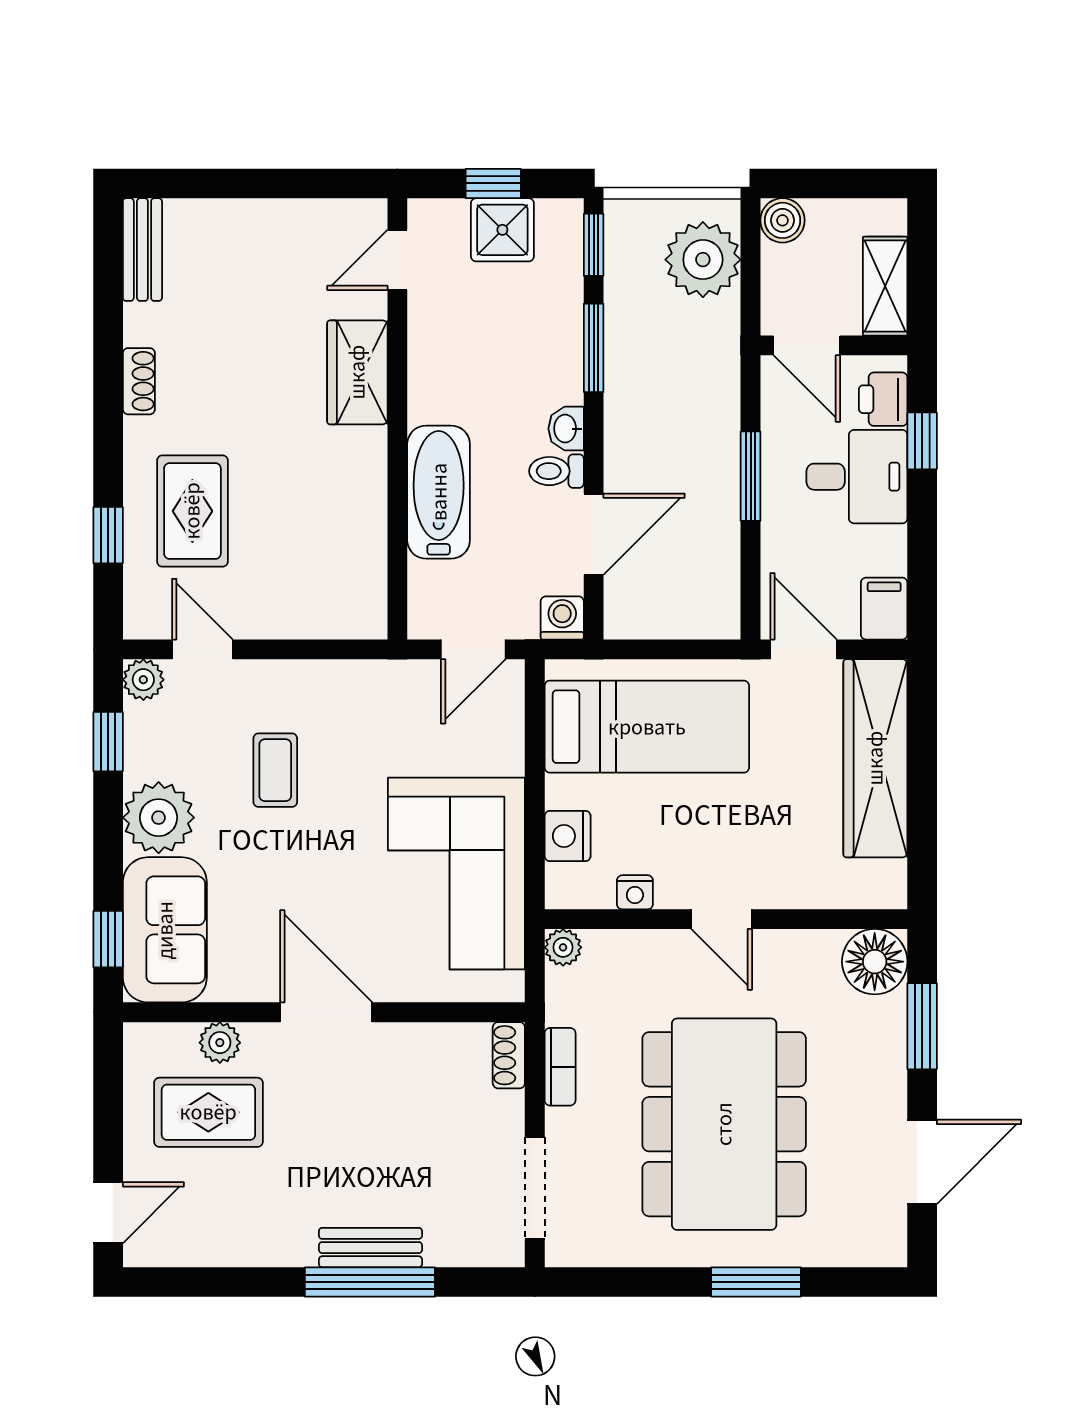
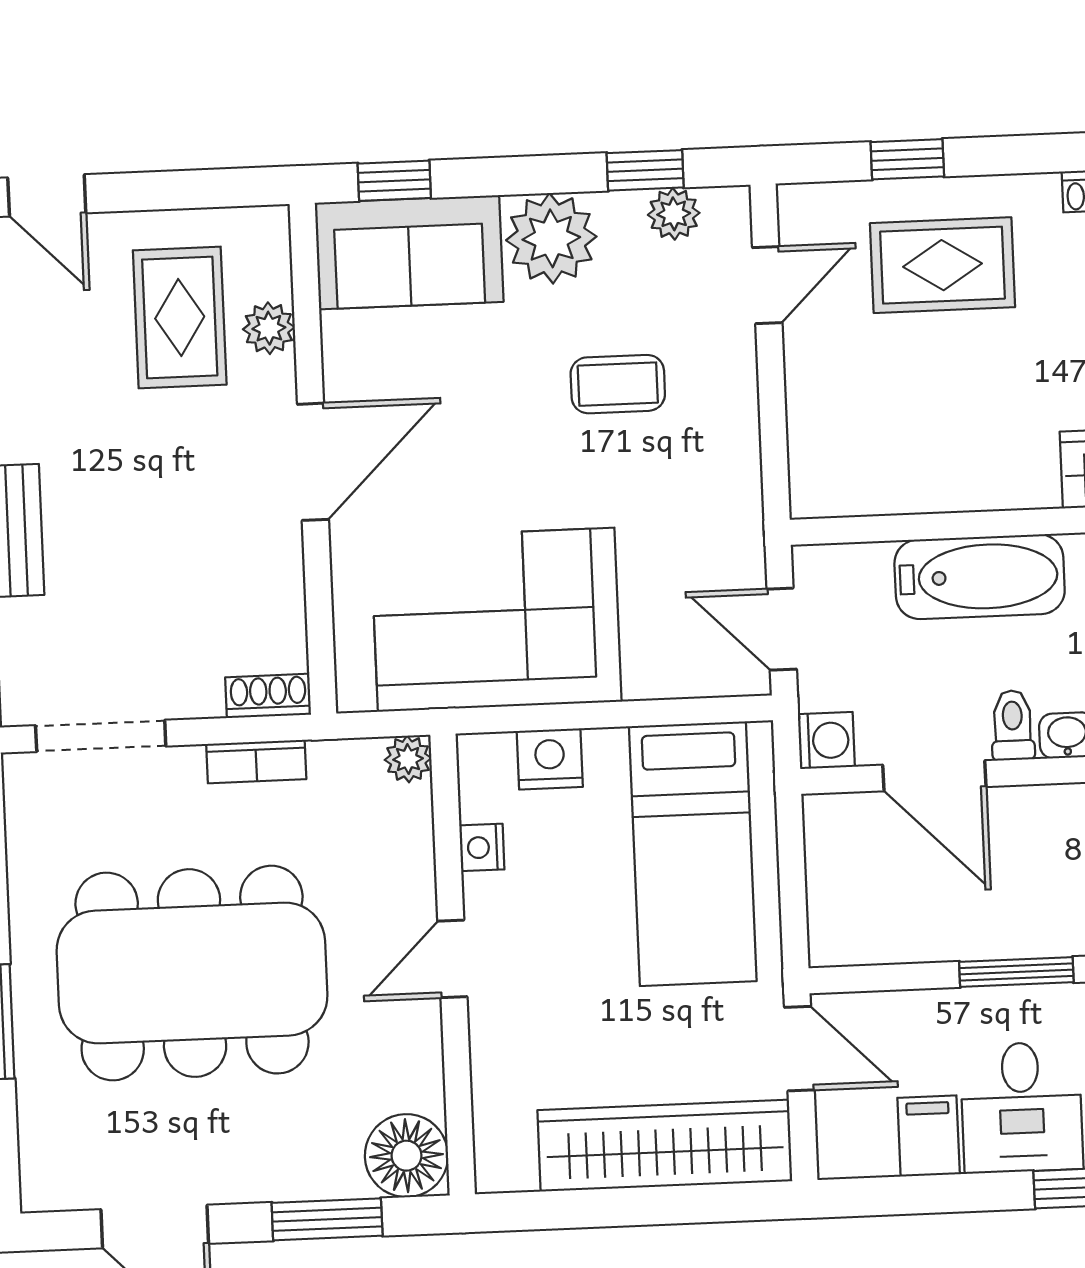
filing cabinet: (884, 609) -> (929, 1136), moved, turned -90
door: (804, 649) -> (799, 1049), hinge flipped
plant: (143, 680) -> (674, 214), moved

